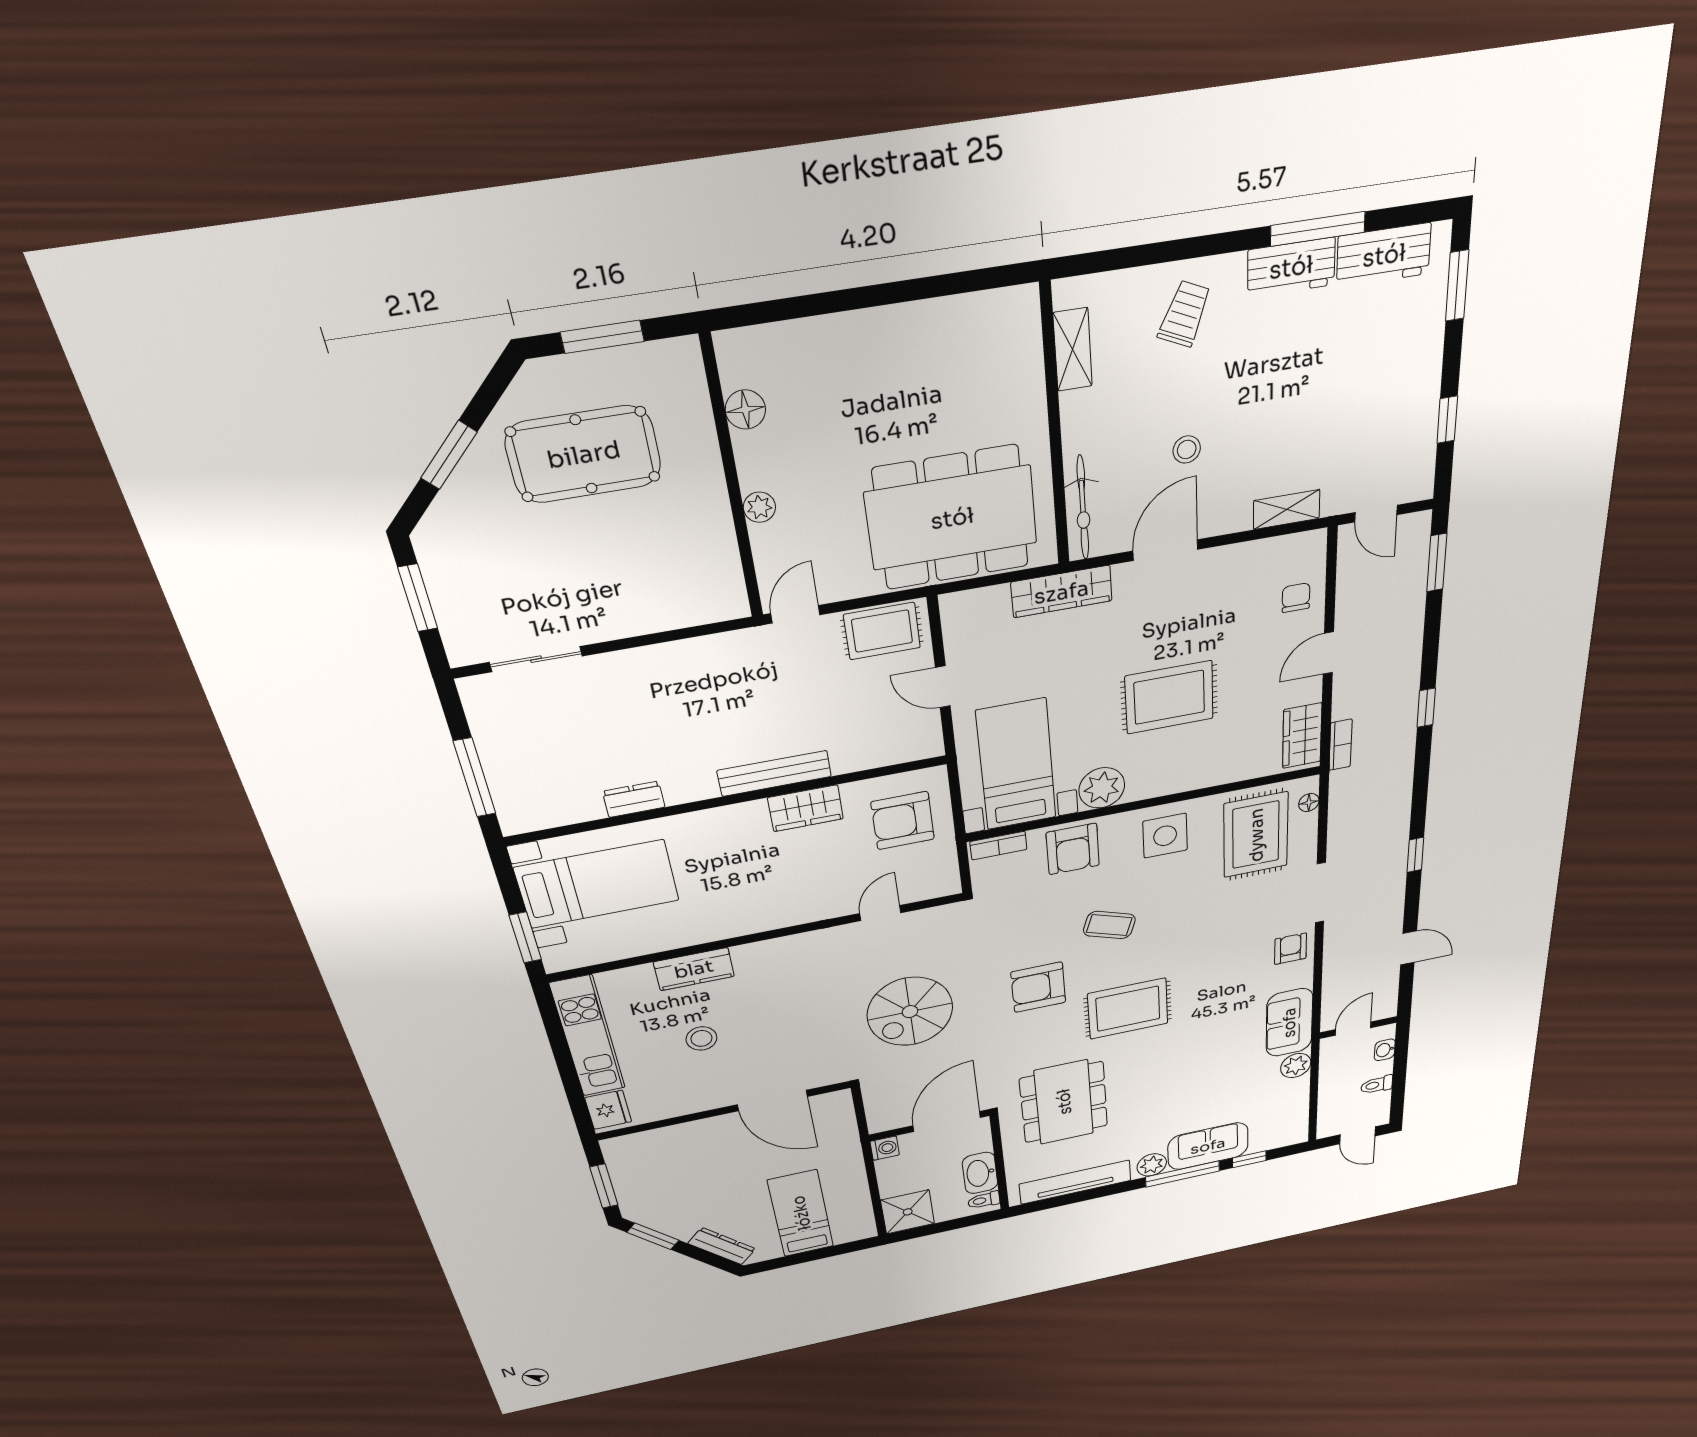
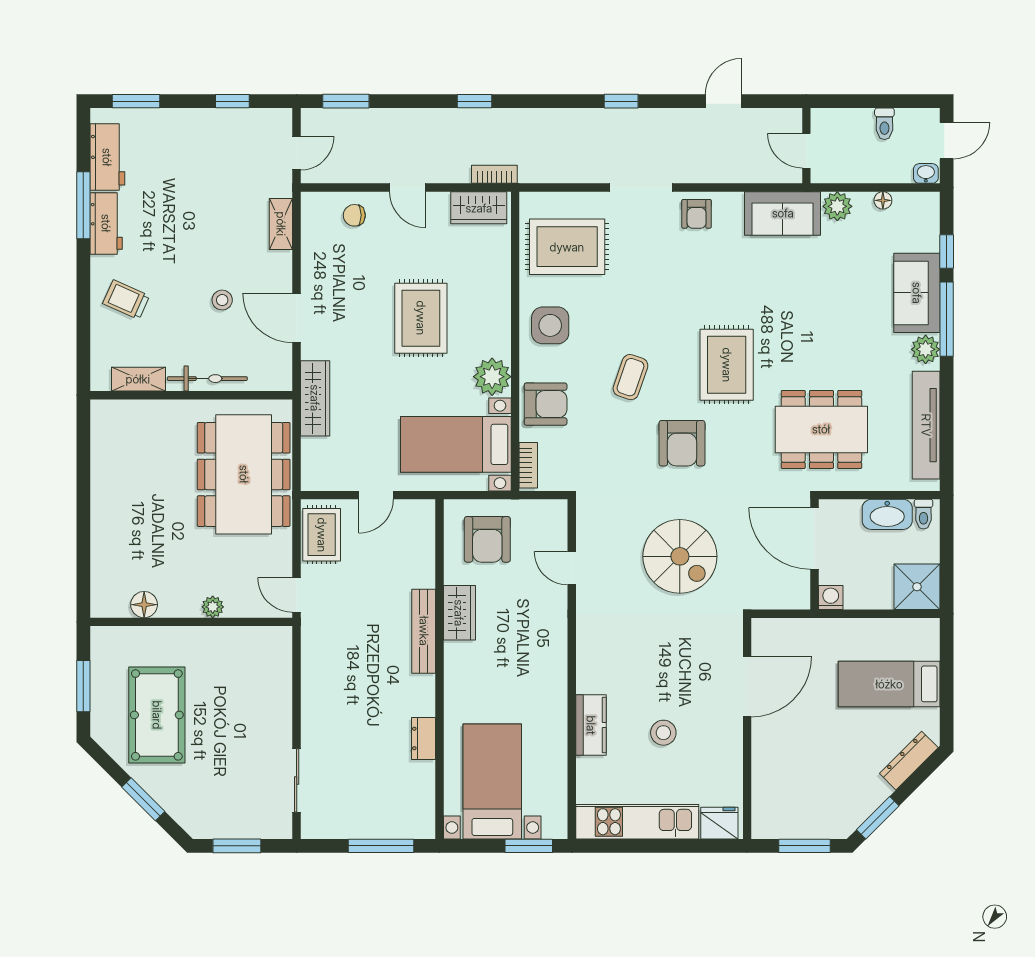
bicycle: (1083, 508) -> (207, 379), moved
floor lamp: (1309, 802) -> (883, 200), moved
armchair: (1291, 949) -> (697, 214), turned -90
washbasin: (1385, 1050) -> (926, 173), moved, turned 180

